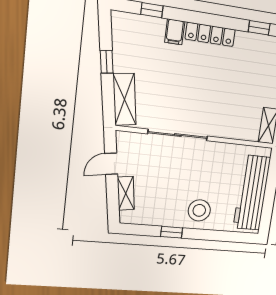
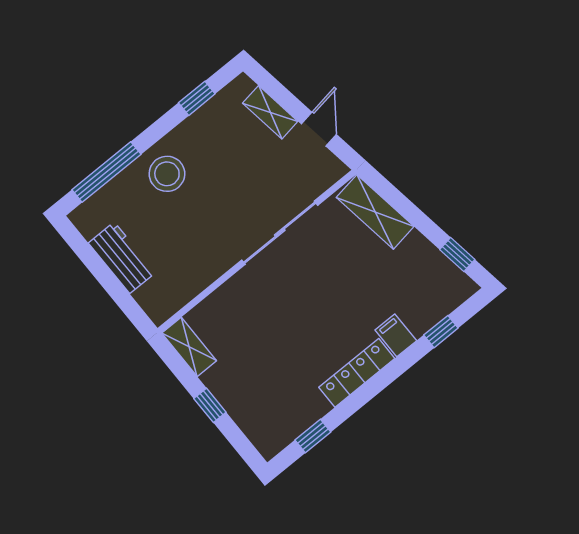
window: (107, 62) -> (457, 254), moved
workbench: (252, 193) -> (122, 258), width x0.53, depth x0.76
window: (172, 232) -> (197, 98), moved
window: (223, 236) -> (106, 172), added

